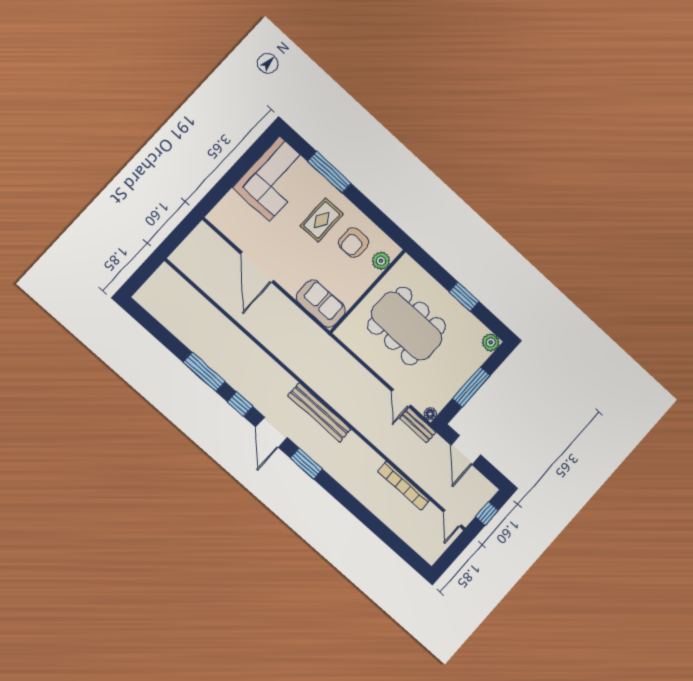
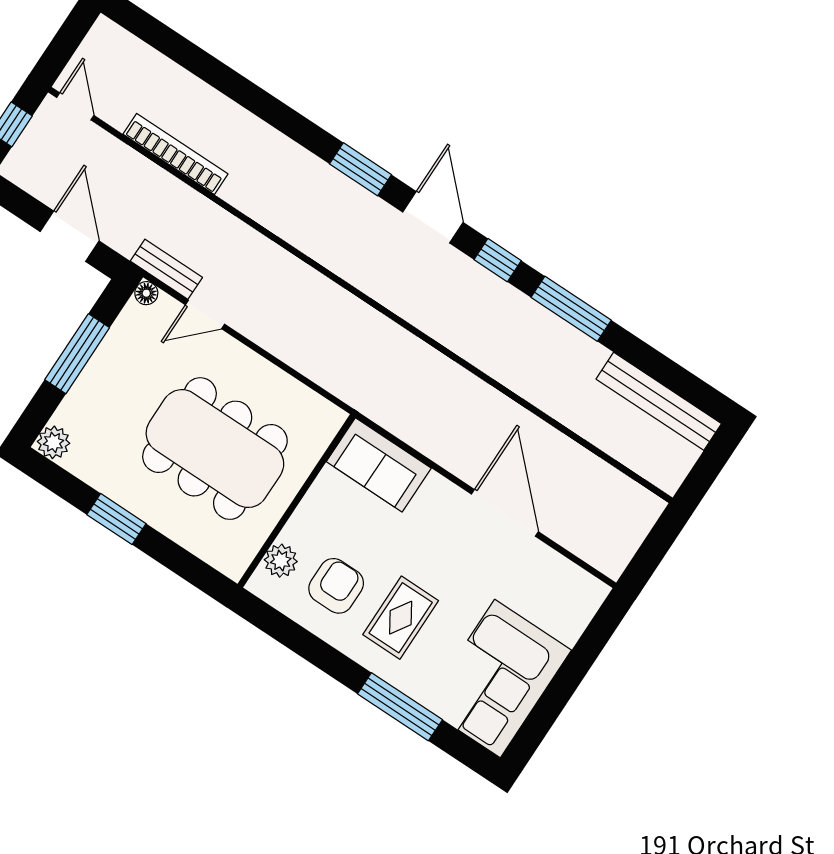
door: (401, 398) -> (205, 314), swing flipped
bench: (319, 412) -> (659, 401), moved

